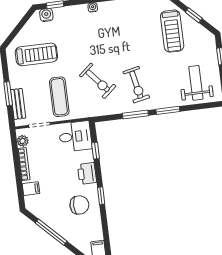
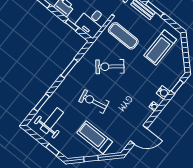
water cooler: (46, 15) -> (163, 92), moved
weight bench: (196, 83) -> (52, 121), turned -90
exercise bike: (136, 85) -> (94, 102), moved
window: (168, 110) -> (42, 103), moved

